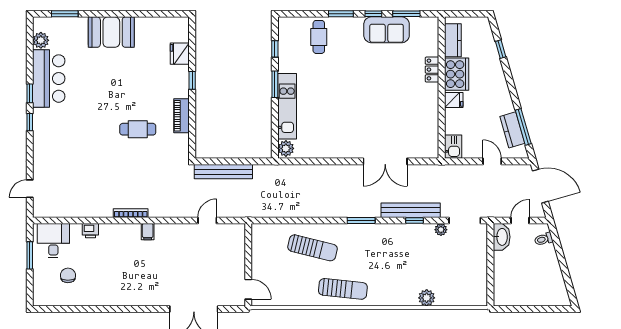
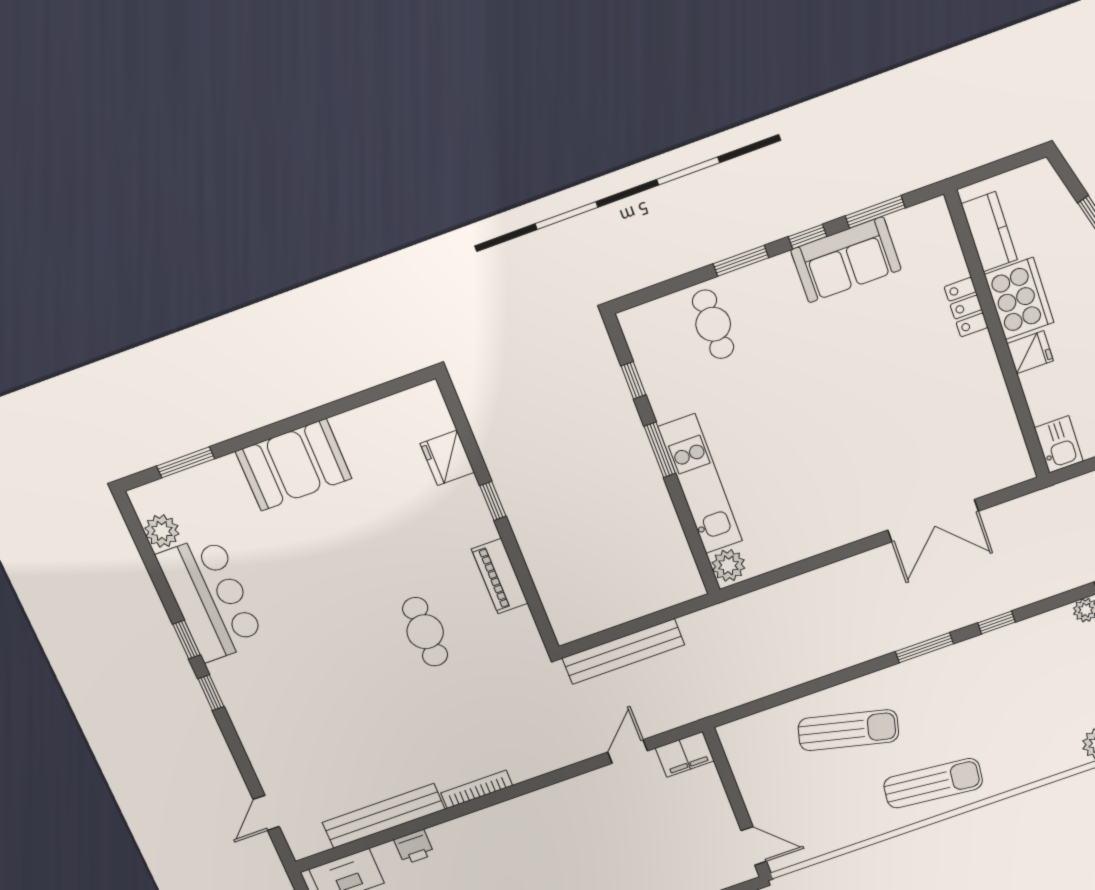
cafe table: (138, 129) -> (425, 632), turned 90
bench: (411, 210) -> (384, 816), moved
window: (415, 220) -> (996, 622), moved
filing cabinet: (148, 232) -> (685, 754), moved, width x2.00

